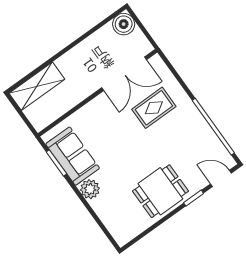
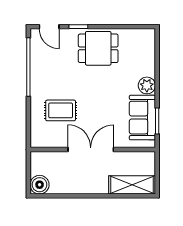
double door: (124, 74) -> (91, 149), moved

